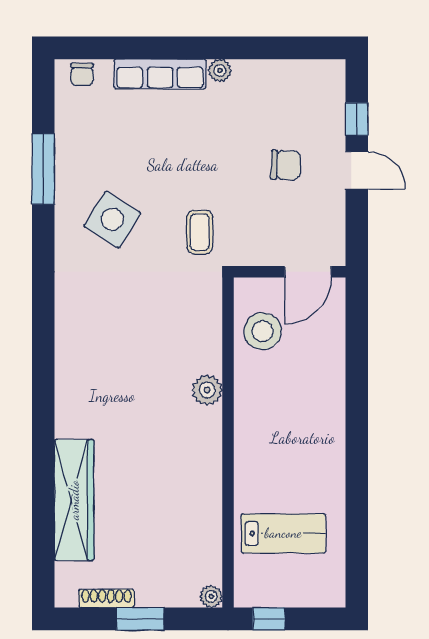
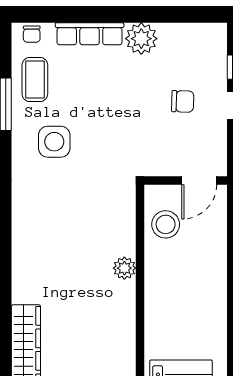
plant: (220, 70) -> (141, 39), width x1.88, depth x1.88
side table: (112, 219) -> (54, 142), turned -32
coffee table: (200, 232) -> (35, 79), moved, width x1.36, depth x1.30

